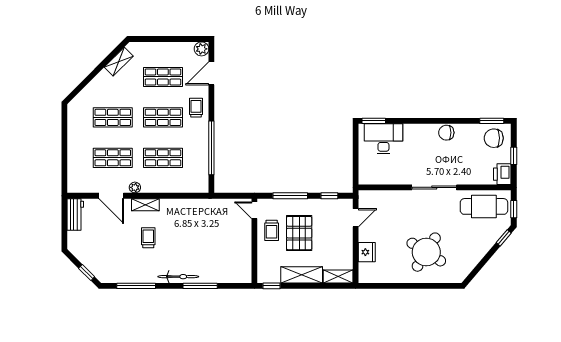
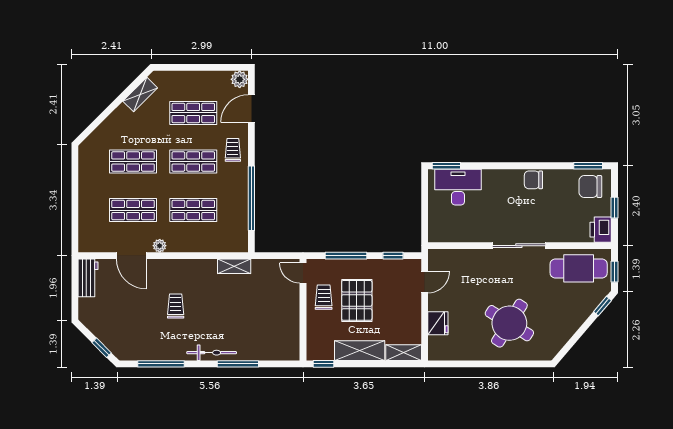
shelving: (145, 205) -> (234, 266), moved
trolley: (272, 230) -> (324, 297), turned 180

